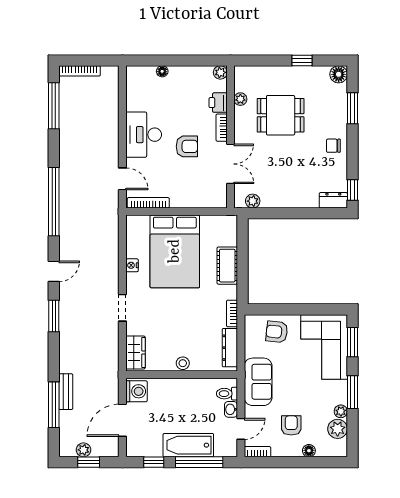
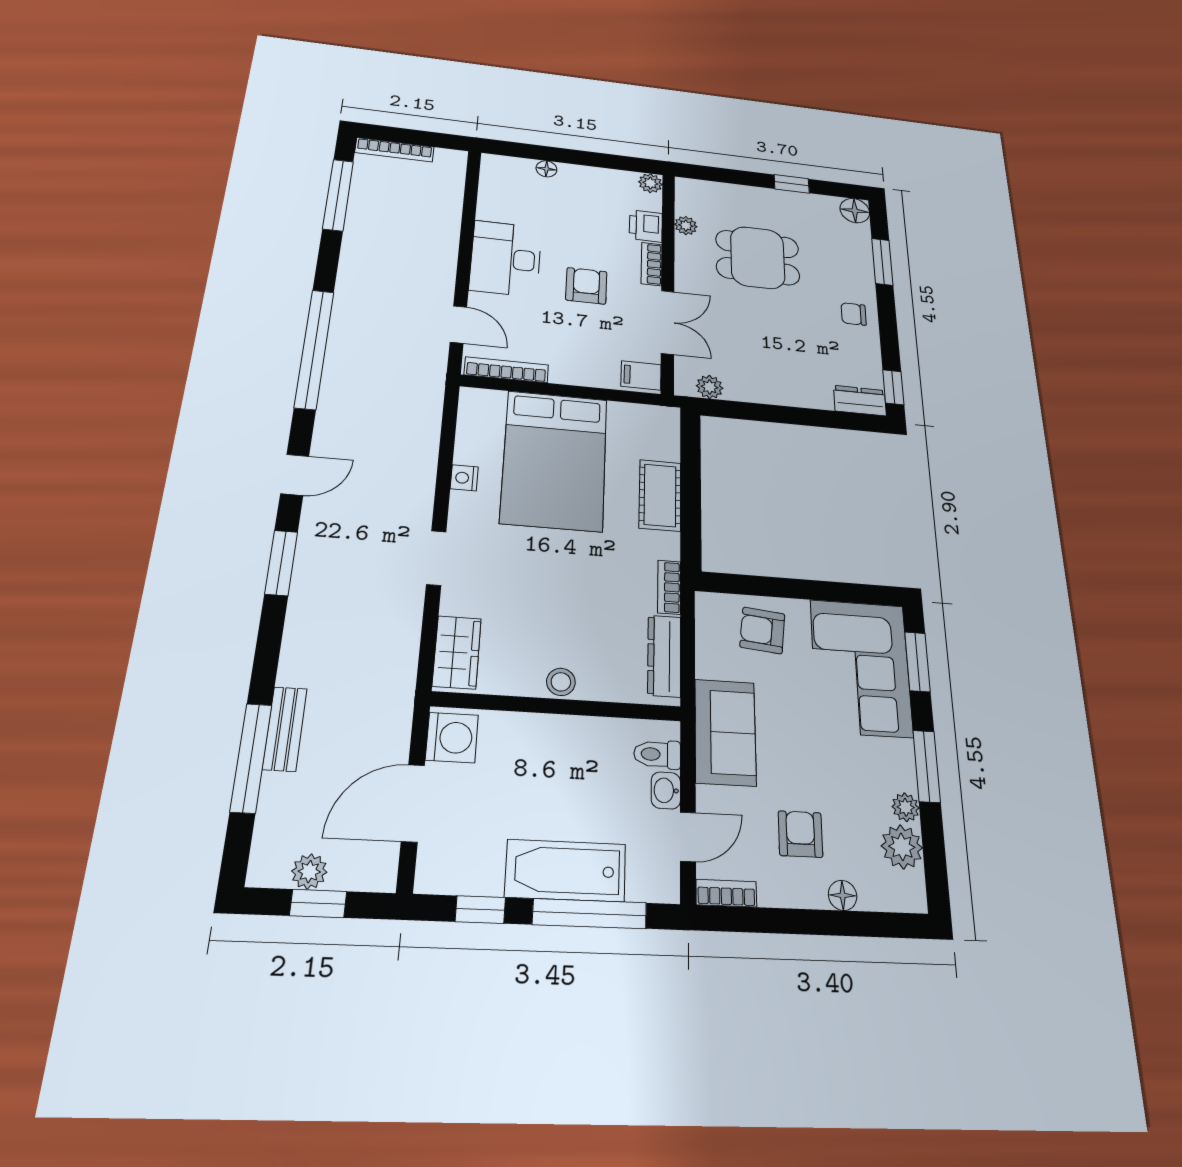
armchair: (187, 146) -> (586, 286), turned -90
filing cabinet: (217, 198) -> (641, 376), added

